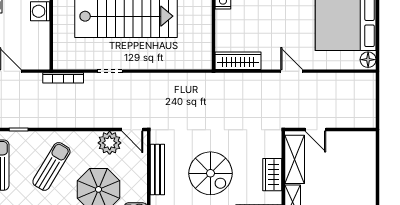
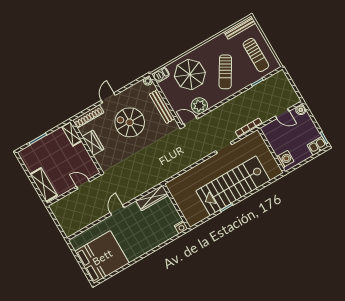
floor lamp: (368, 60) -> (76, 243), removed
door: (292, 71) -> (117, 210), swing flipped
shelving: (295, 159) -> (44, 185), moved

